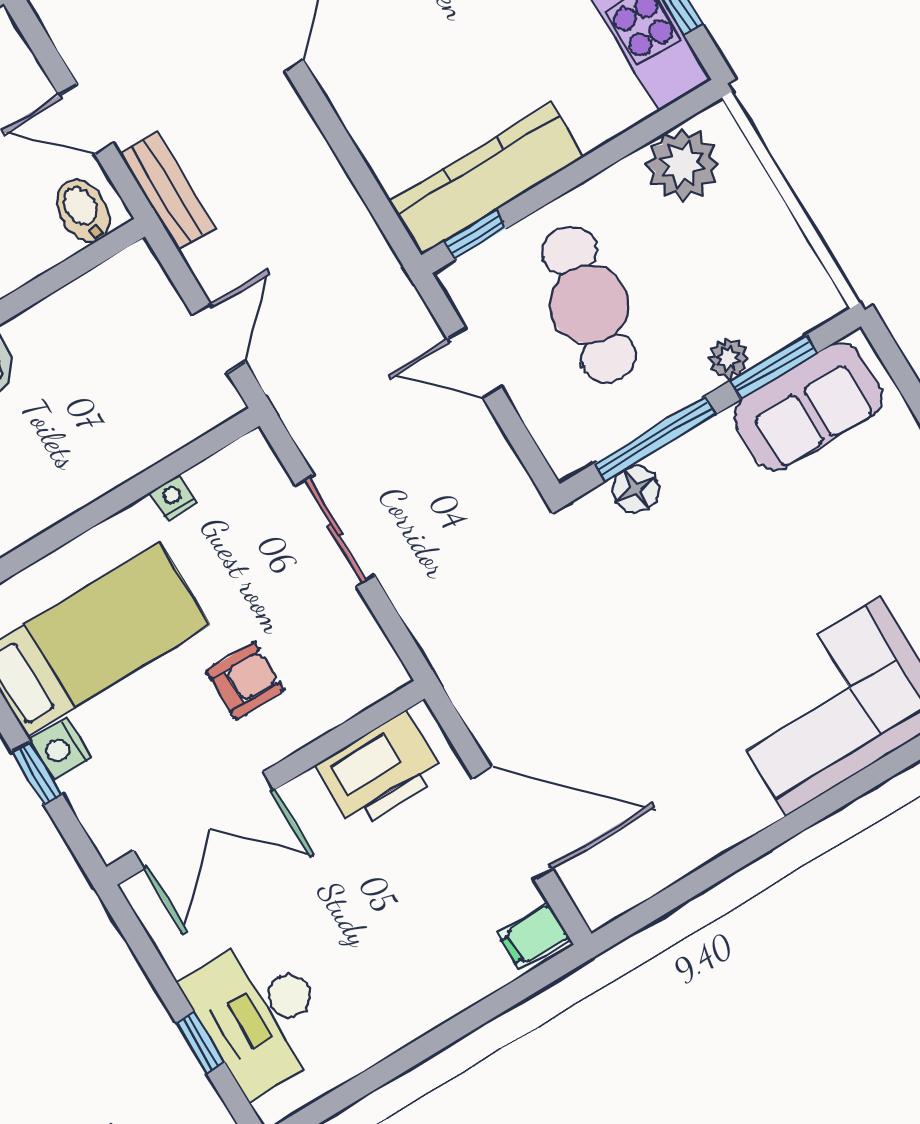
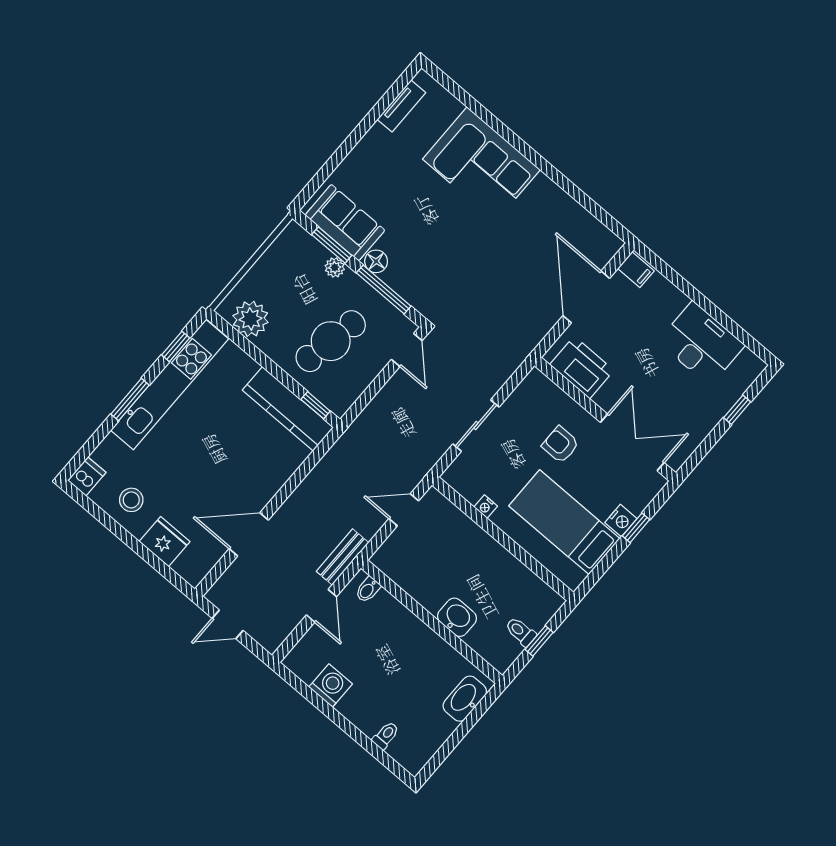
bidet: (83, 211) -> (368, 590), width x0.72, depth x0.74
door: (474, 363) -> (407, 350), moved
floor lamp: (636, 489) -> (376, 261), moved
desk: (260, 1014) -> (701, 344), moved, turned -90

